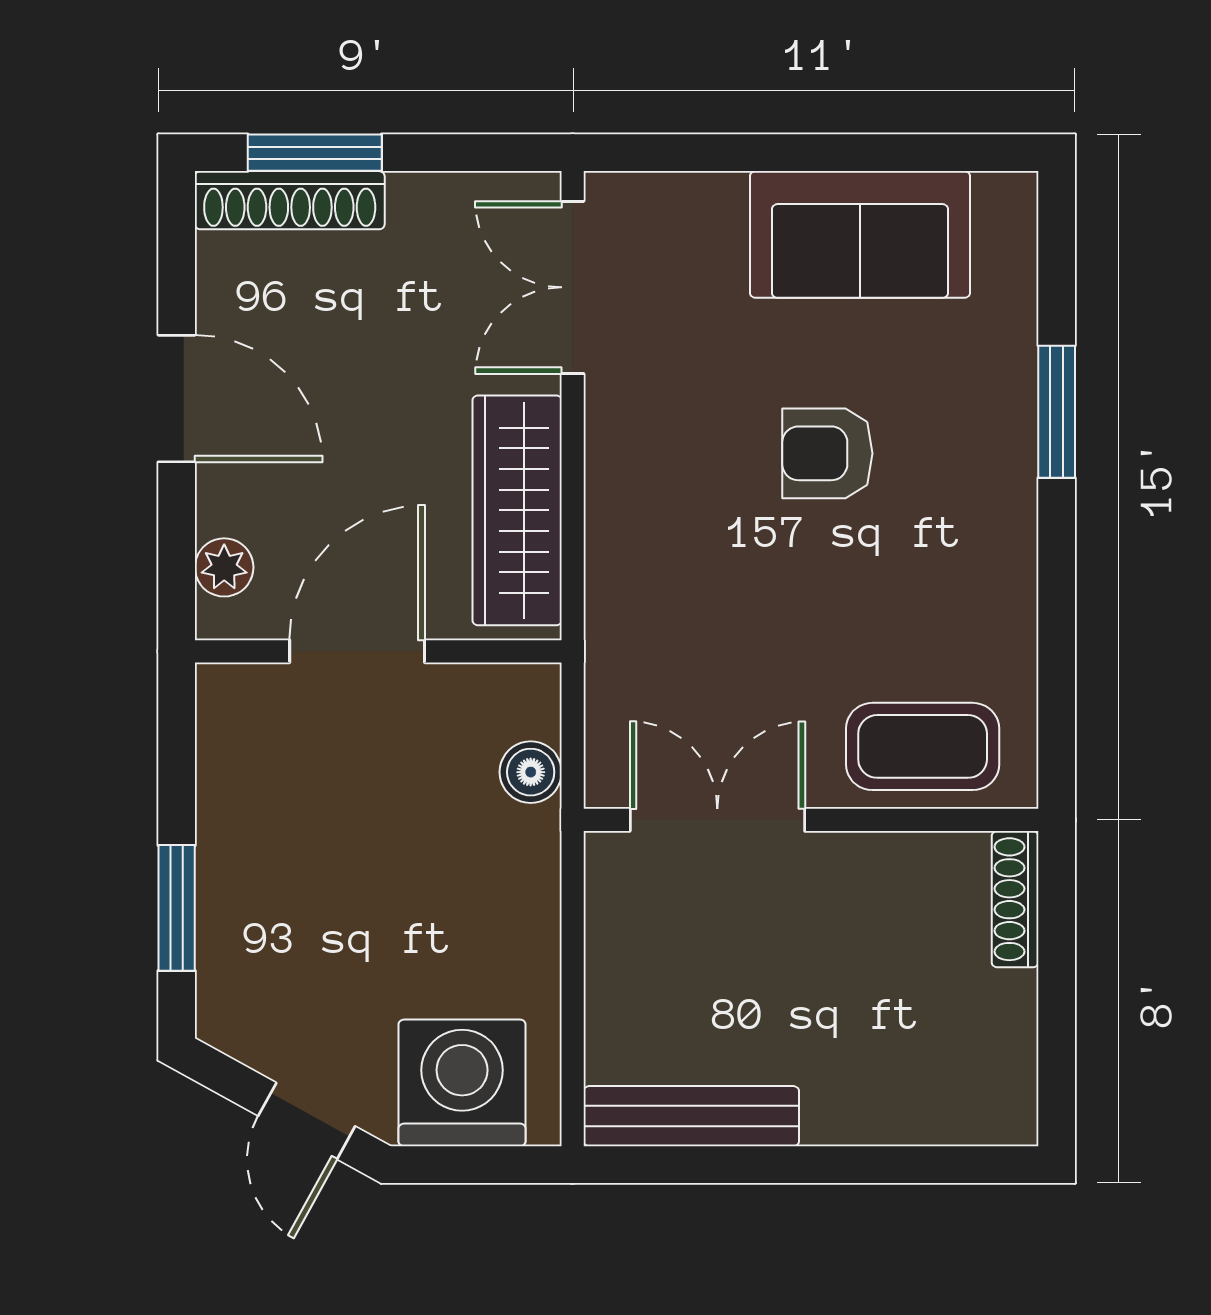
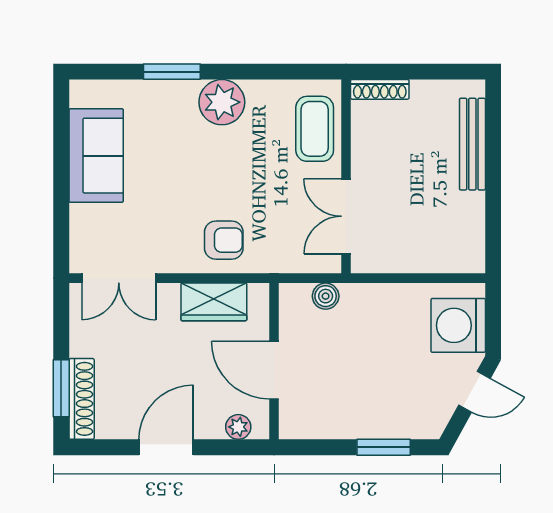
armchair: (827, 453) -> (224, 240), moved, turned -90
wardrobe: (517, 510) -> (214, 302), width x0.67
plant: (985, 529) -> (222, 102), added
bench: (691, 1116) -> (472, 144), moved

